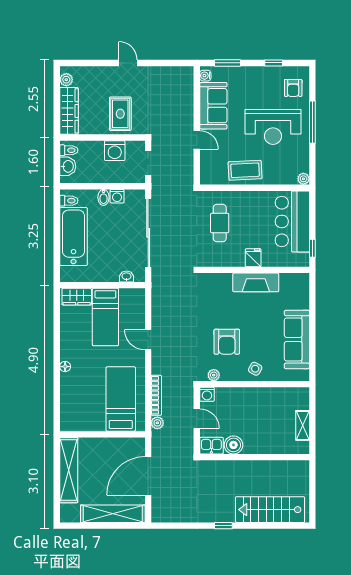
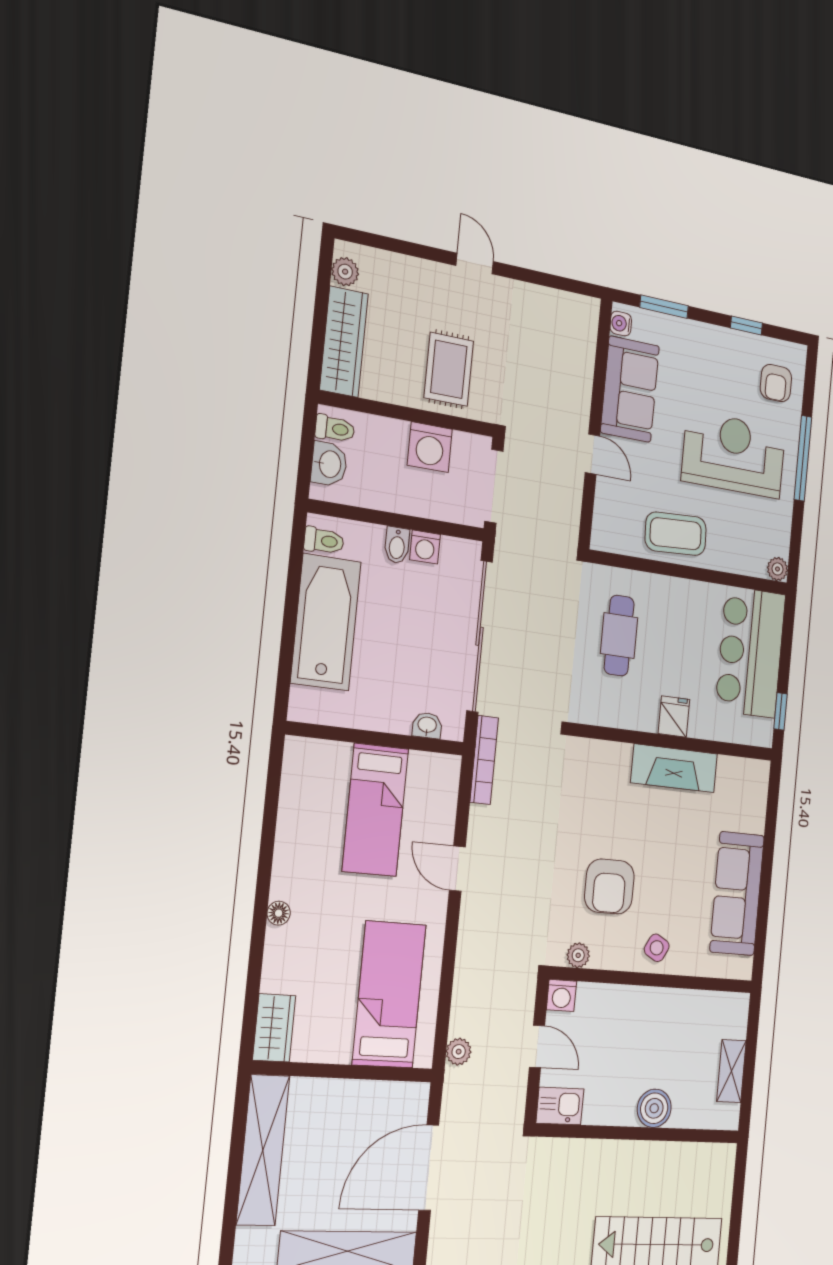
reception desk: (273, 127) -> (734, 455), turned 180
doorway: (148, 163) -> (494, 486), width x1.38
wardrobe: (77, 297) -> (274, 1028), moved, turned -90
bookcase: (156, 395) -> (484, 760), moved
boiler: (233, 445) -> (654, 1108), moved

